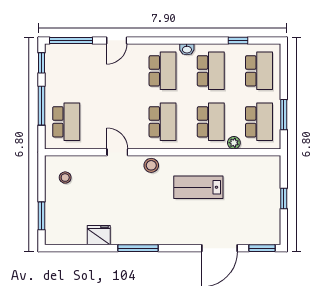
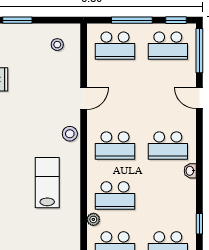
school desk: (211, 71) -> (168, 46), moved

